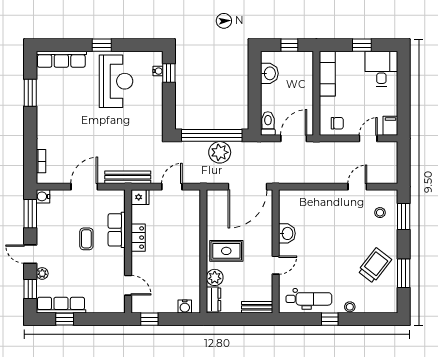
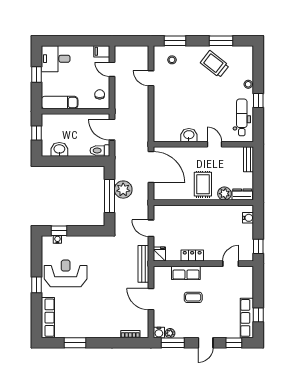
window: (212, 135) -> (110, 196), width x0.68
plant: (42, 273) -> (170, 333), moved

